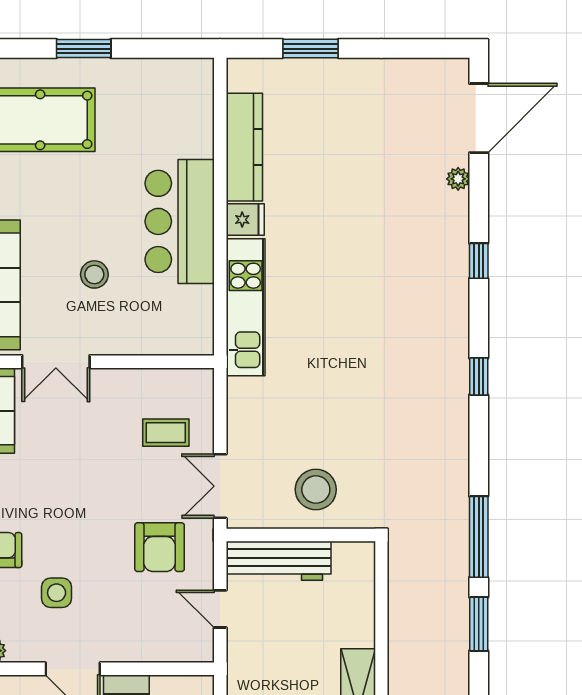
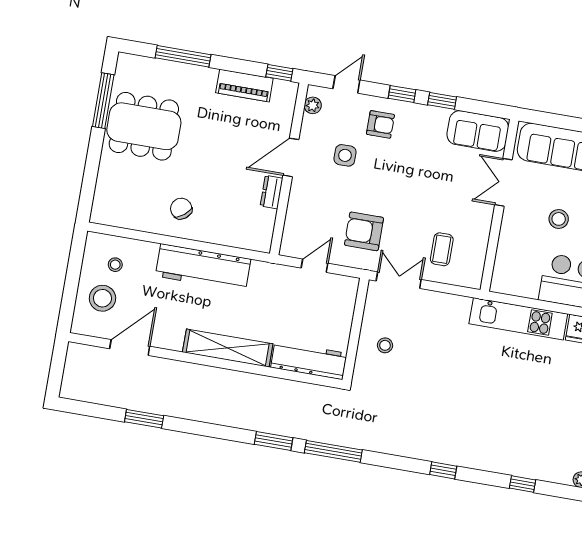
stool: (316, 490) -> (385, 345), width x0.53, depth x0.53
workbench: (279, 561) -> (309, 360), moved, turned 90

